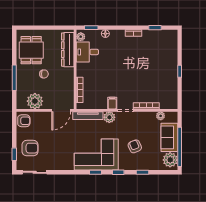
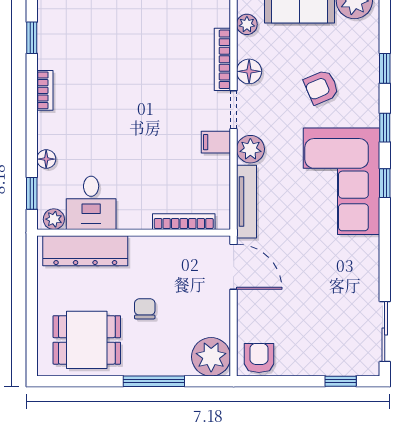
plant: (35, 101) -> (211, 357), moved
floor lamp: (141, 117) -> (249, 71), added
armchair: (30, 148) -> (326, 343), removed

